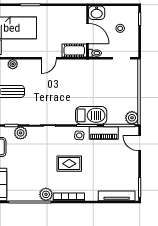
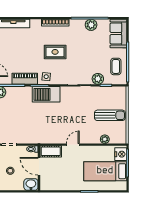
barbecue: (91, 115) -> (46, 94), moved
plant: (46, 194) -> (91, 25), moved

